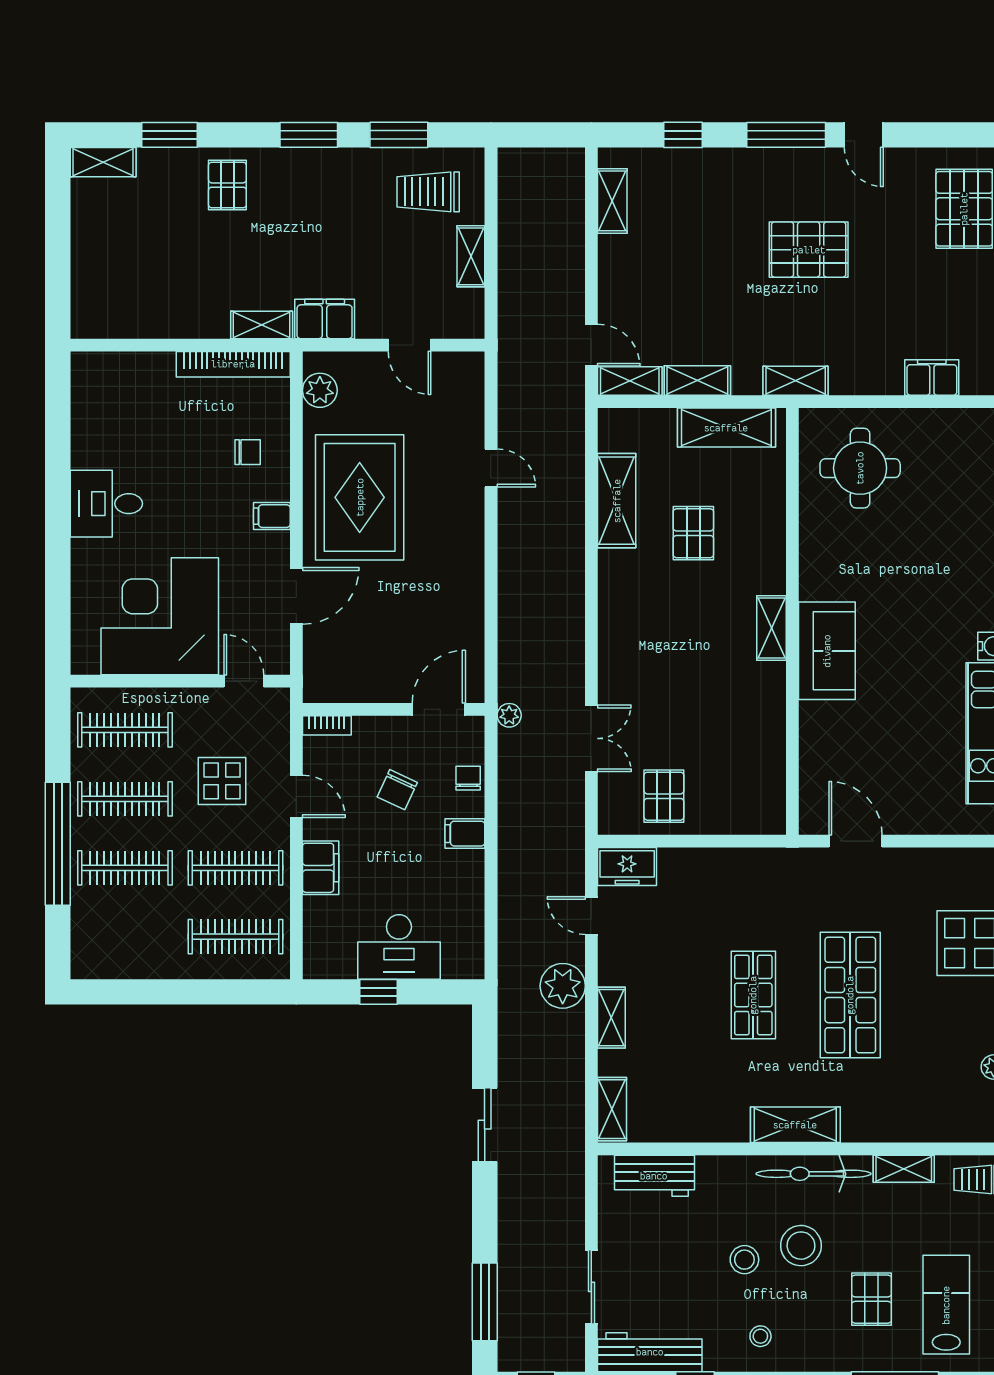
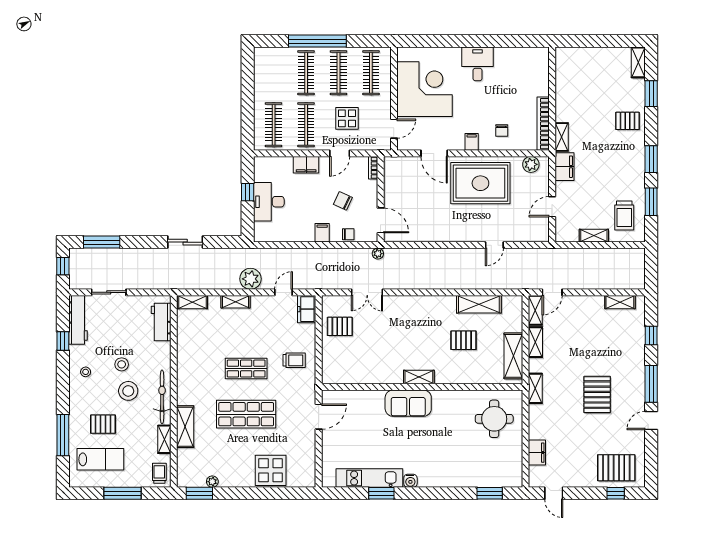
trolley: (428, 192) -> (624, 215), turned 180
trolley: (736, 893) -> (294, 360), added
shelving: (795, 1125) -> (185, 427), moved

